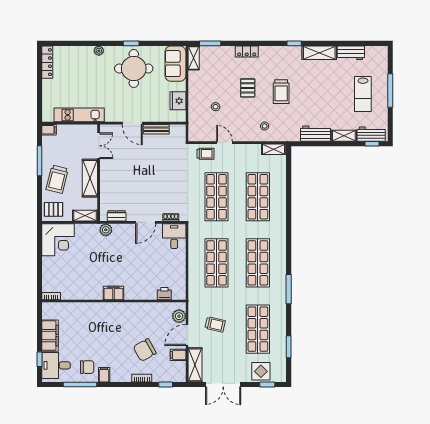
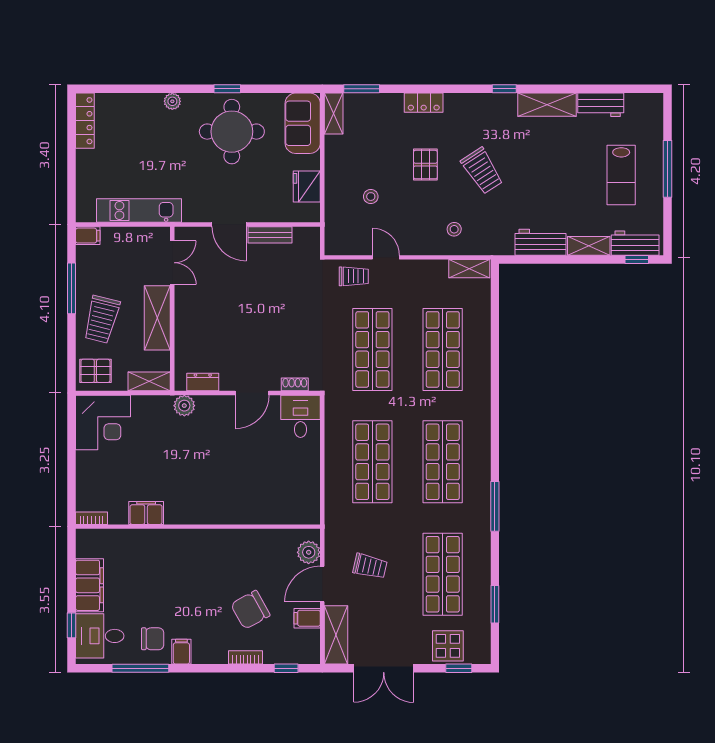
trolley: (281, 92) -> (482, 171), turned -33
filing cabinet: (114, 293) -> (146, 513), moved
printer: (164, 294) -> (284, 514), removed

